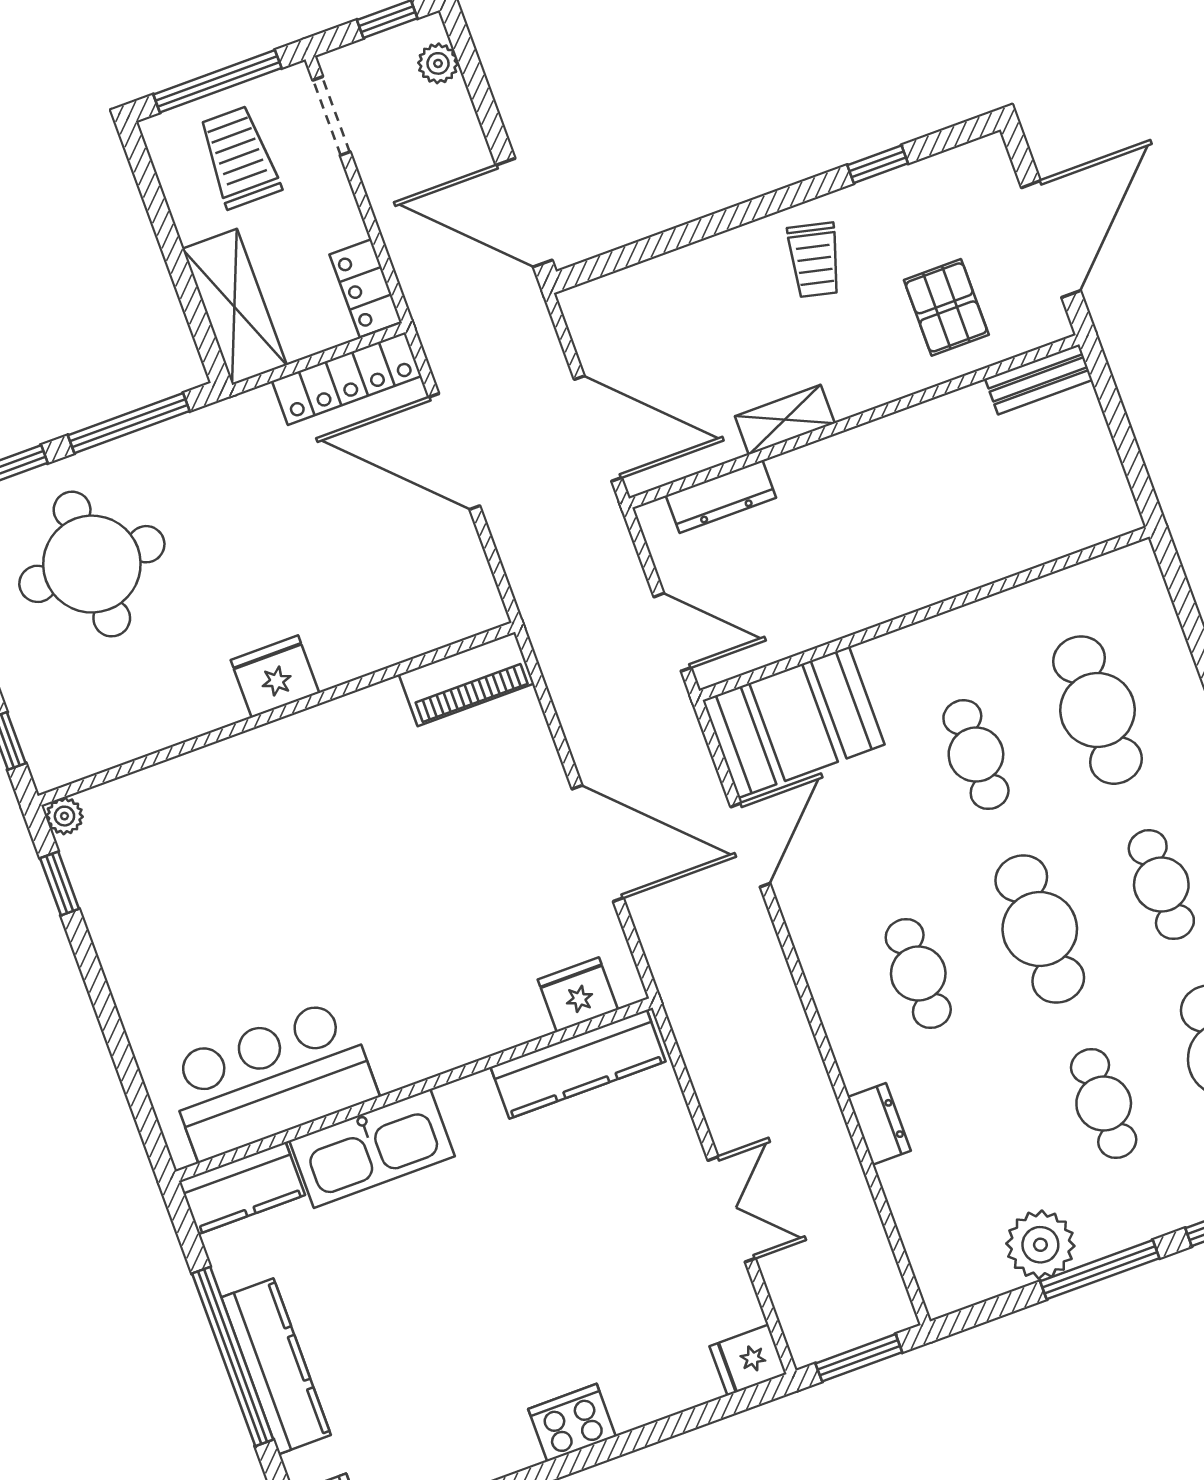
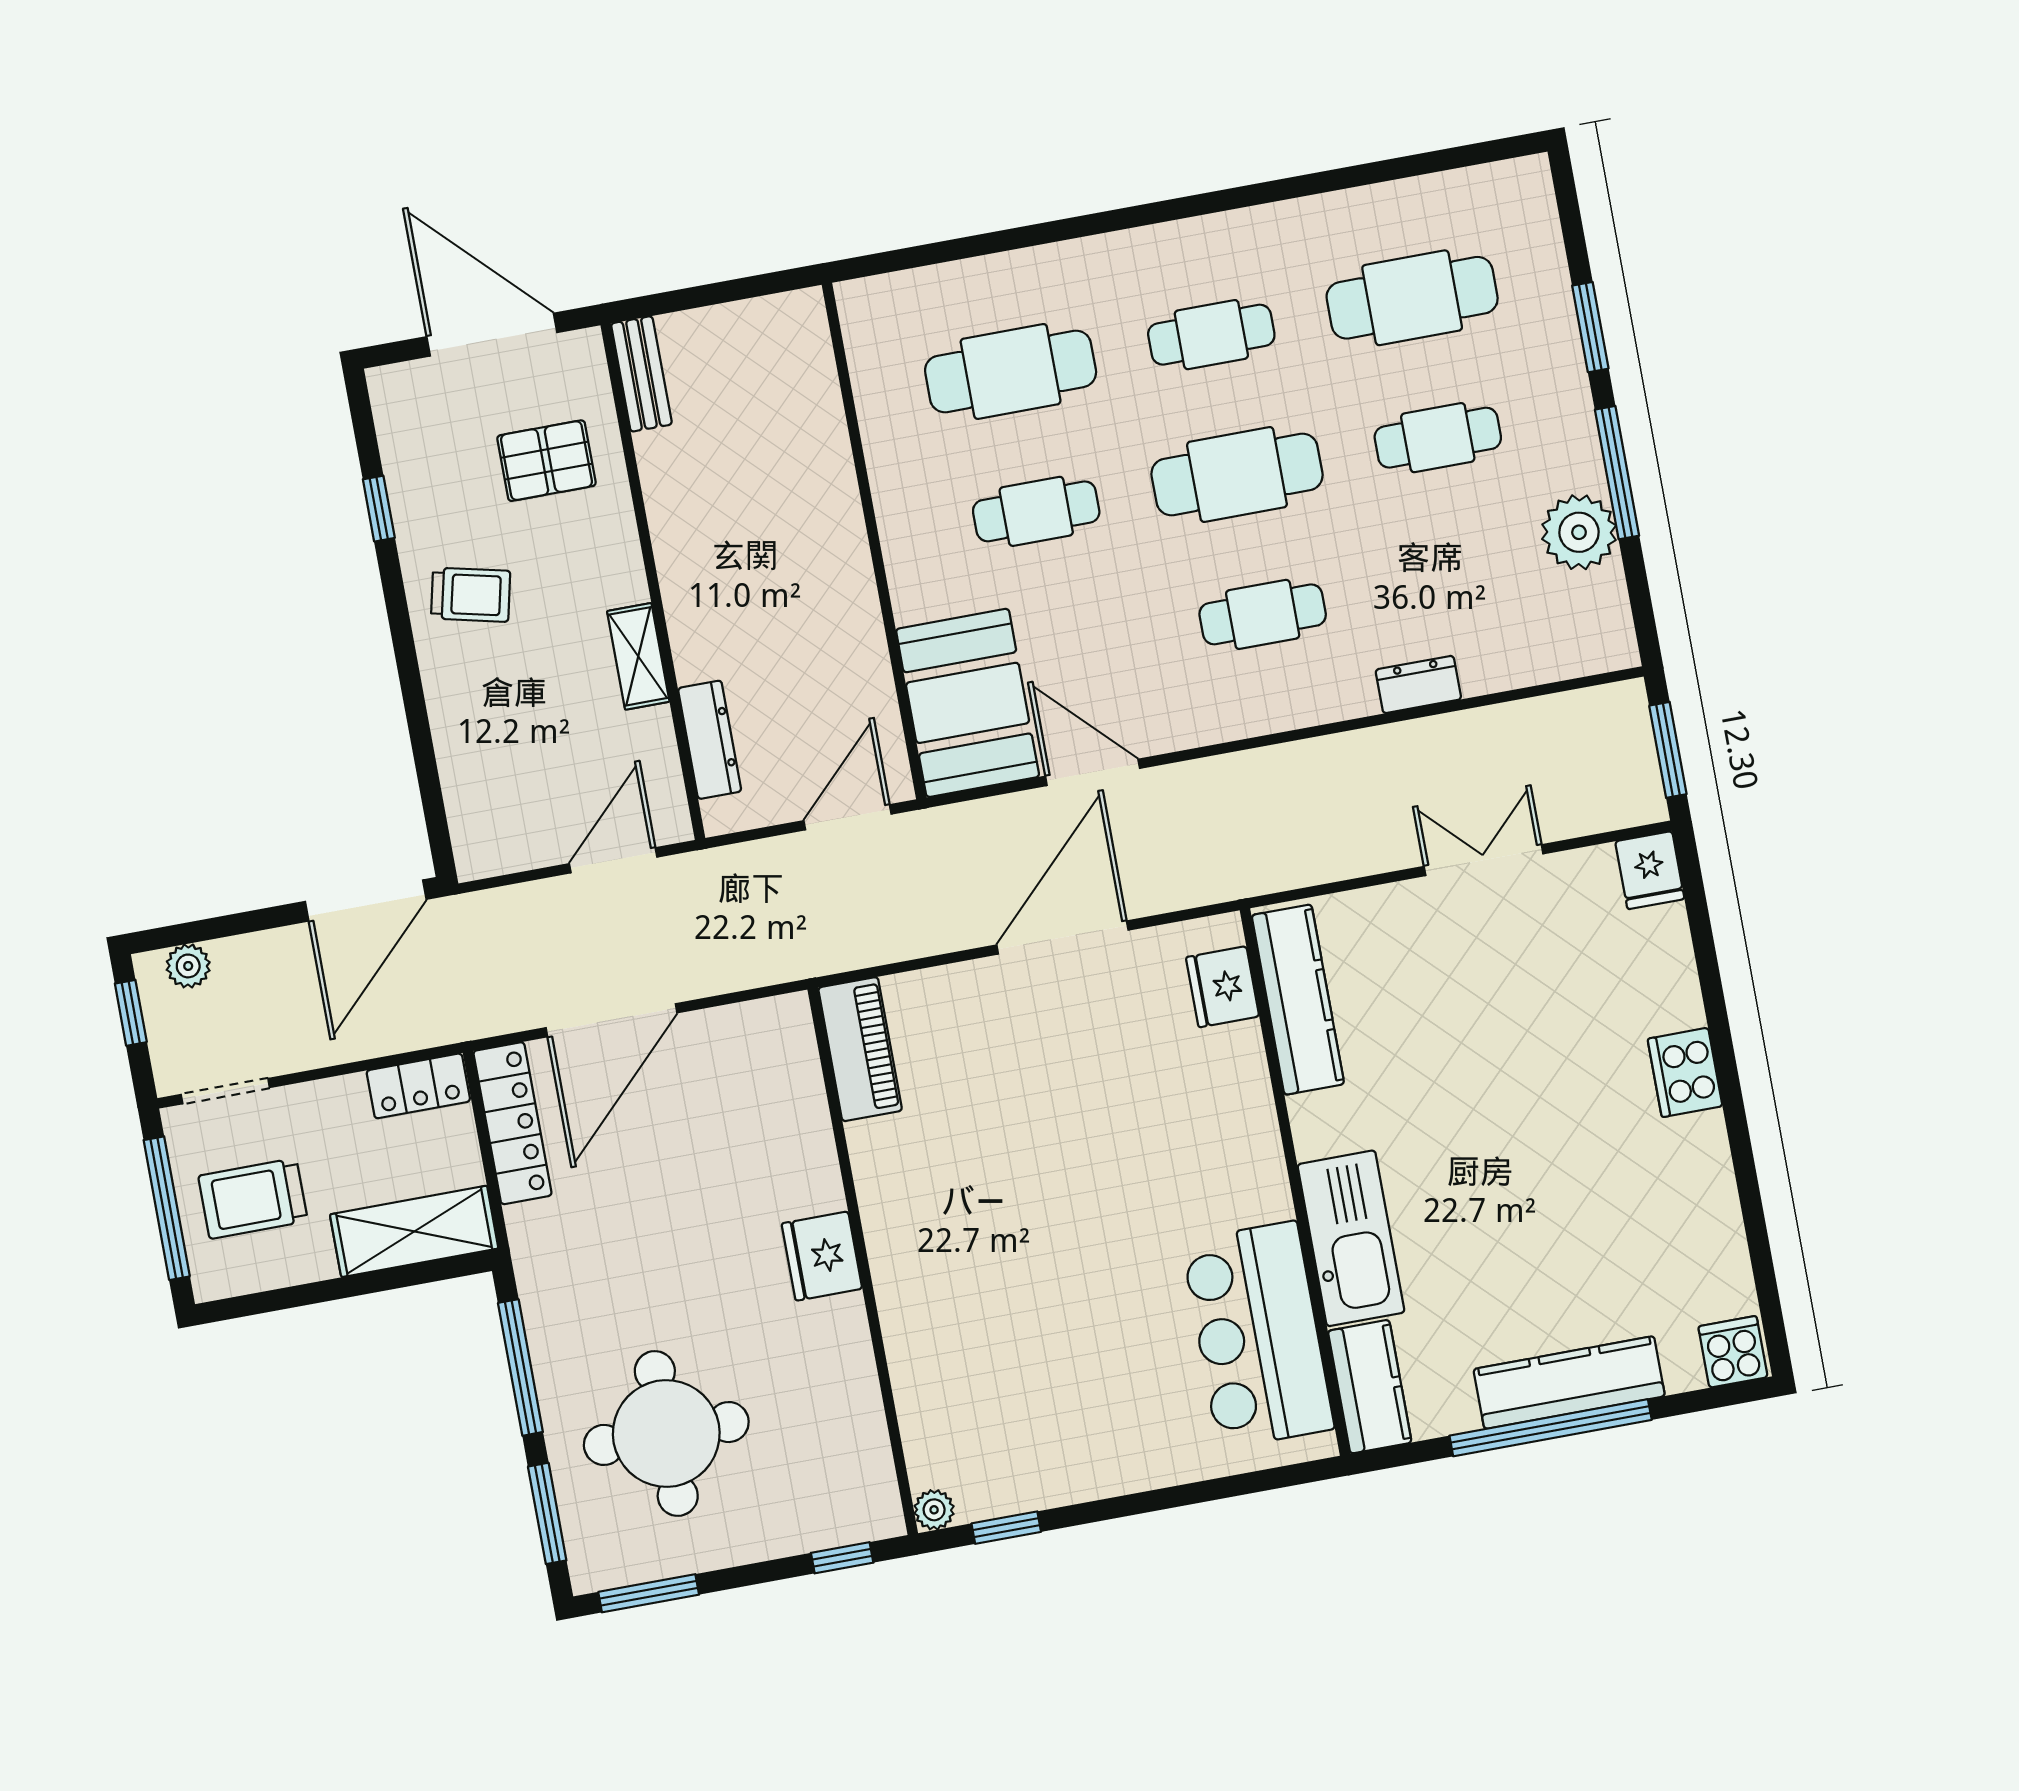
door: (598, 428) -> (613, 860), width x0.73

